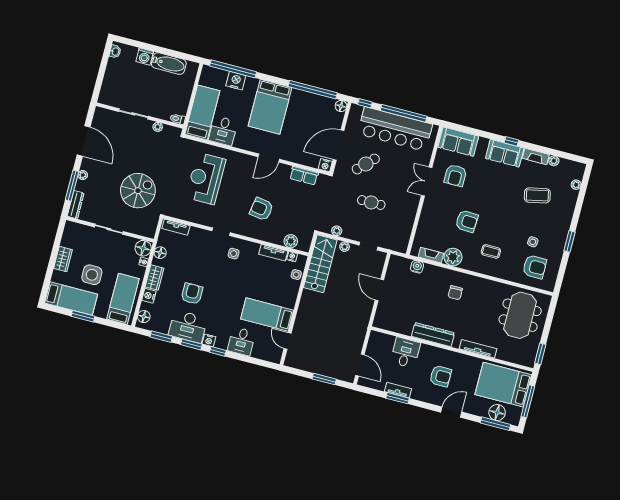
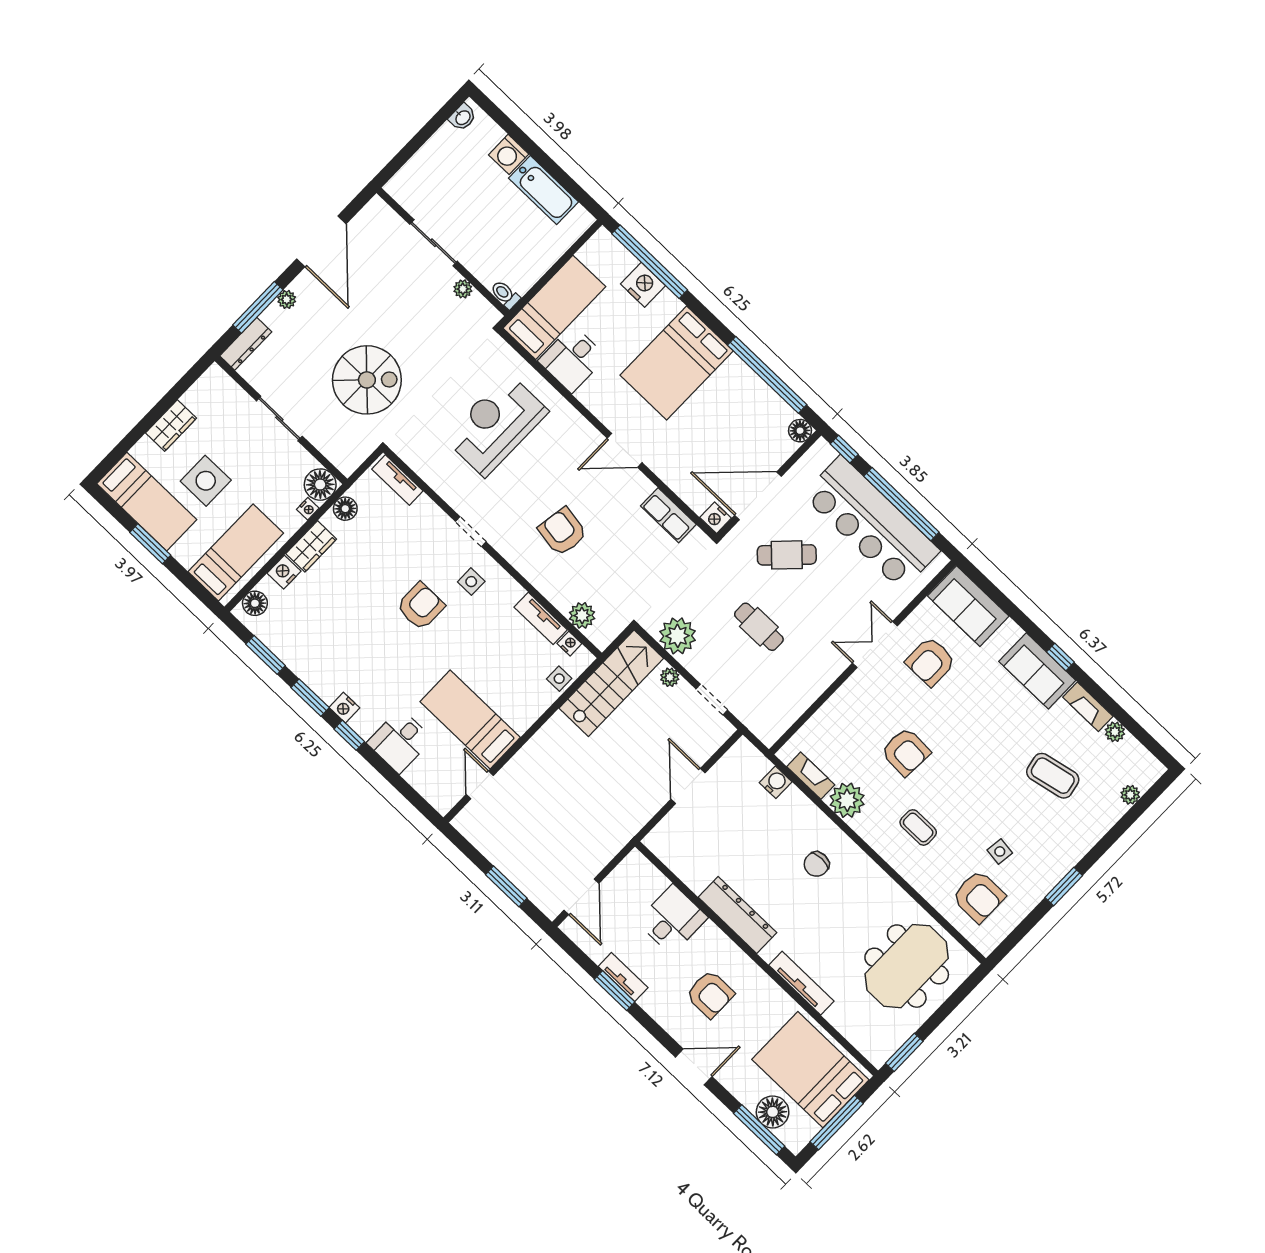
plant: (337, 231) -> (678, 636), width x1.88, depth x1.88
armchair: (192, 294) -> (421, 606), moved
desk: (188, 326) -> (321, 663), removed

